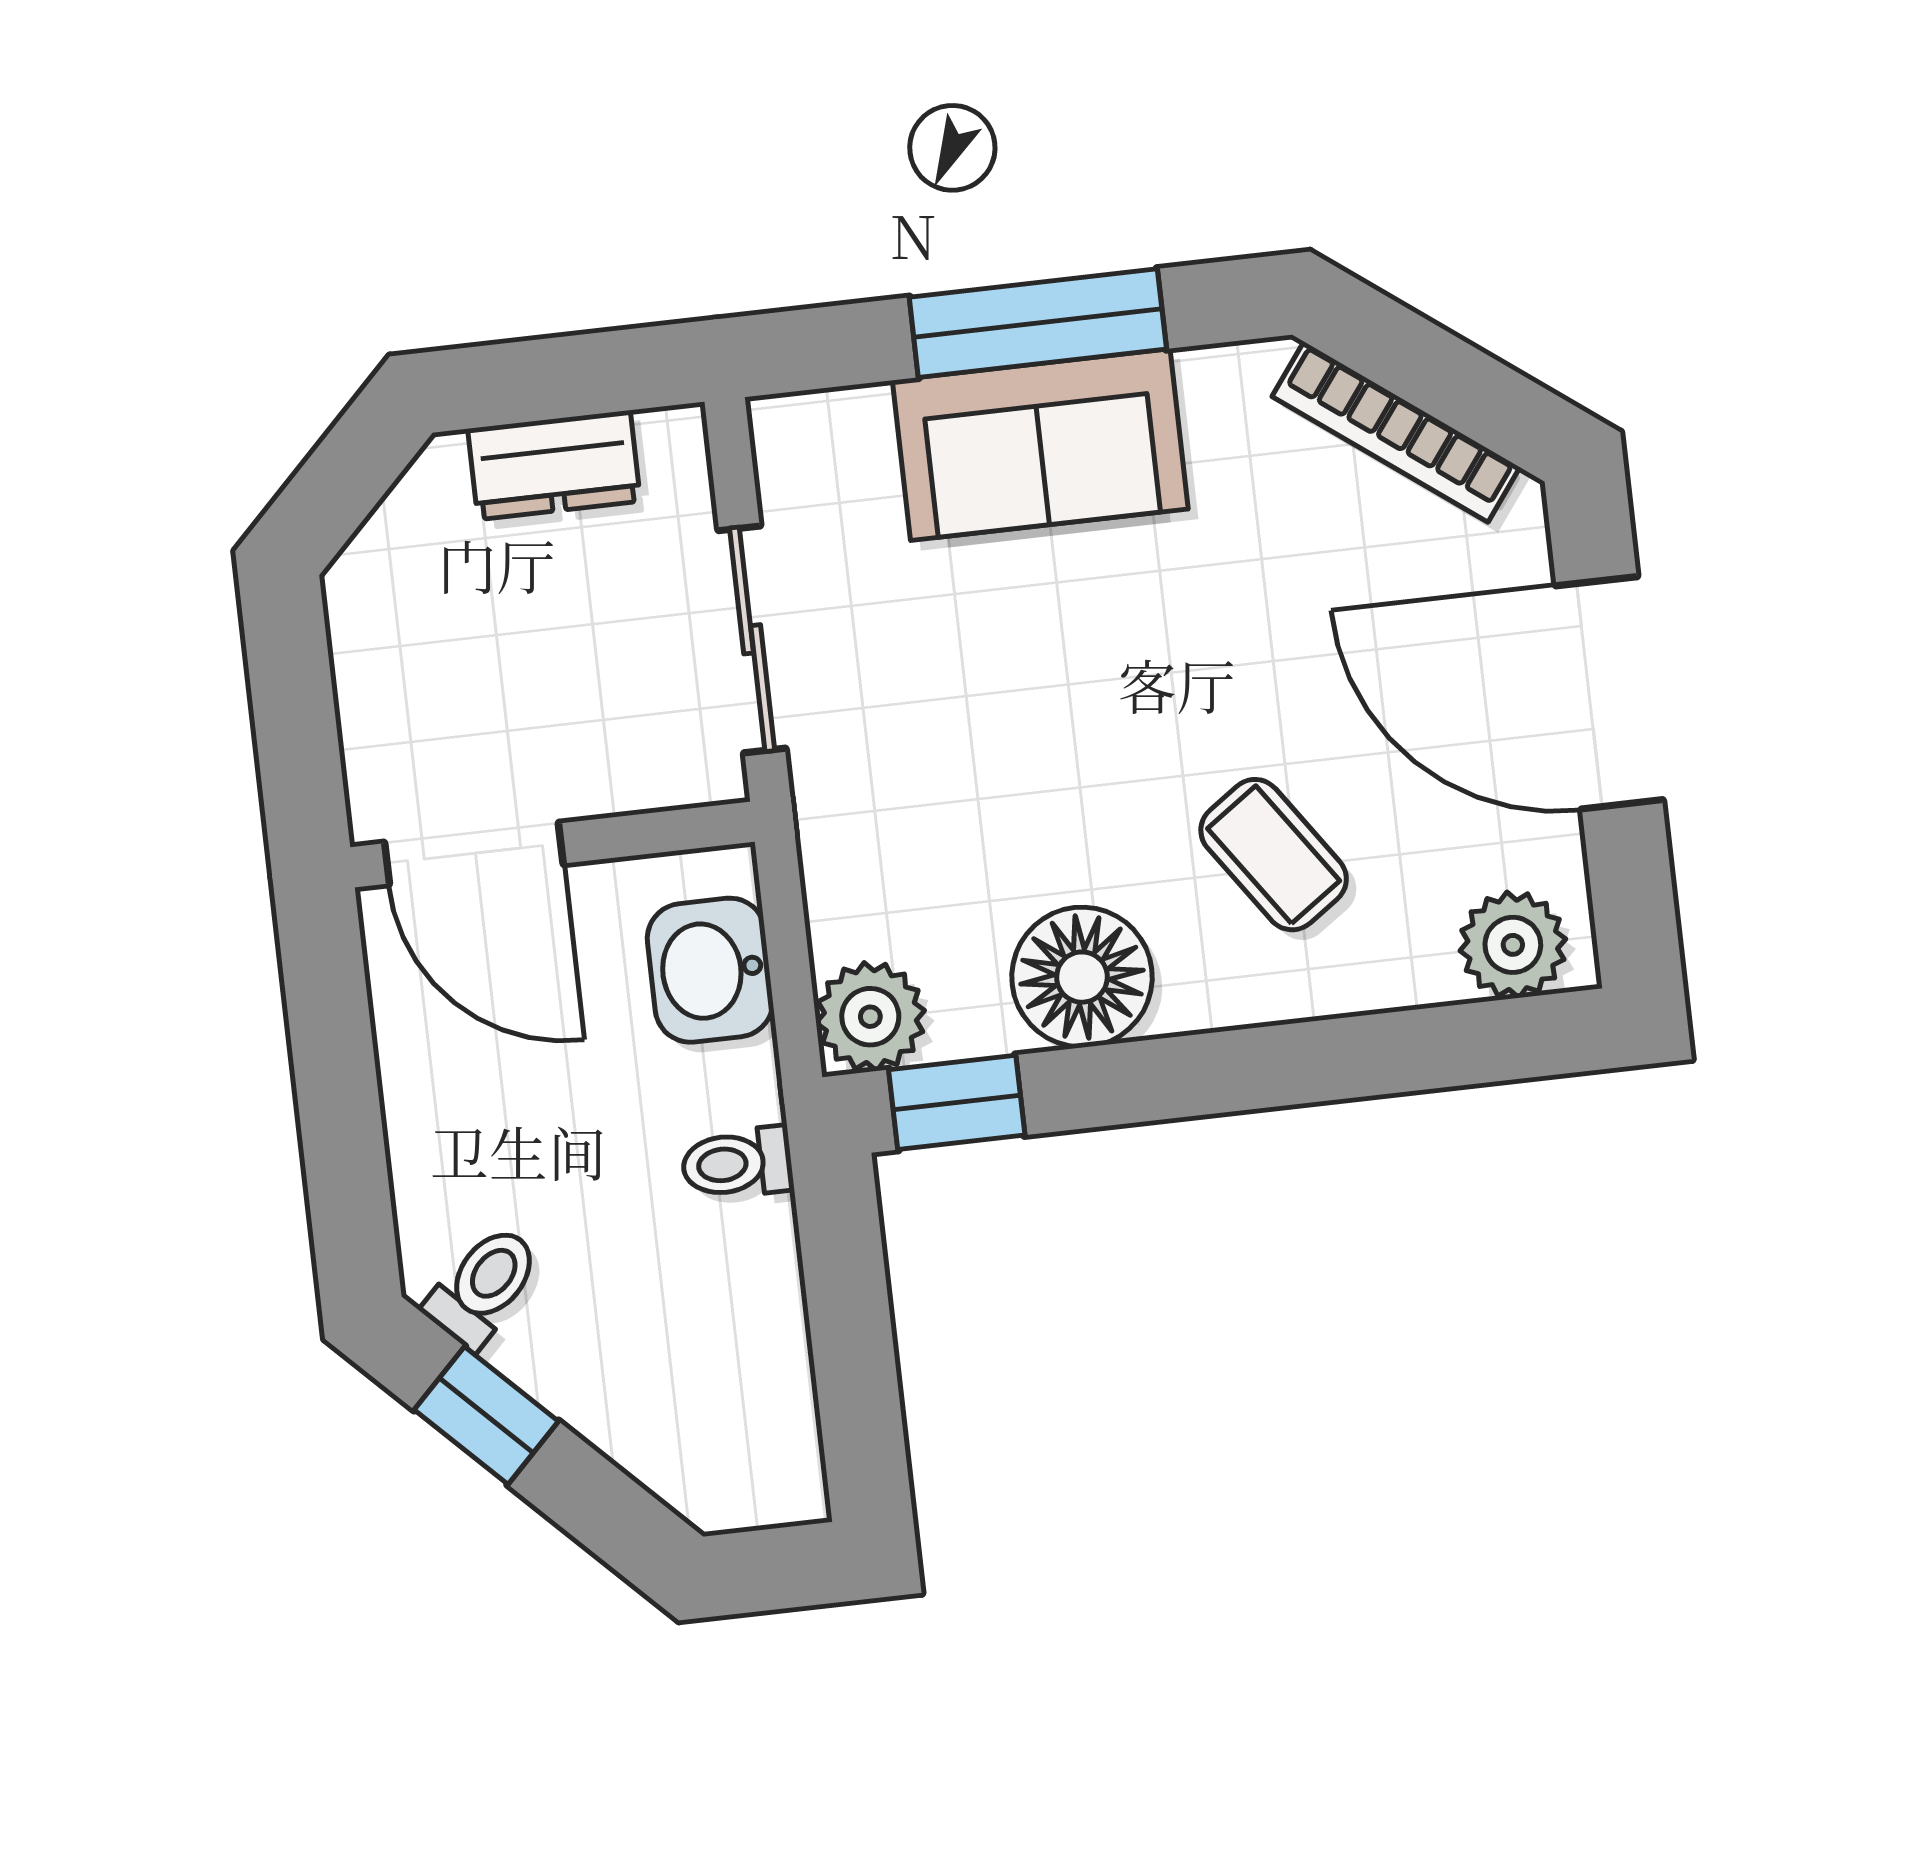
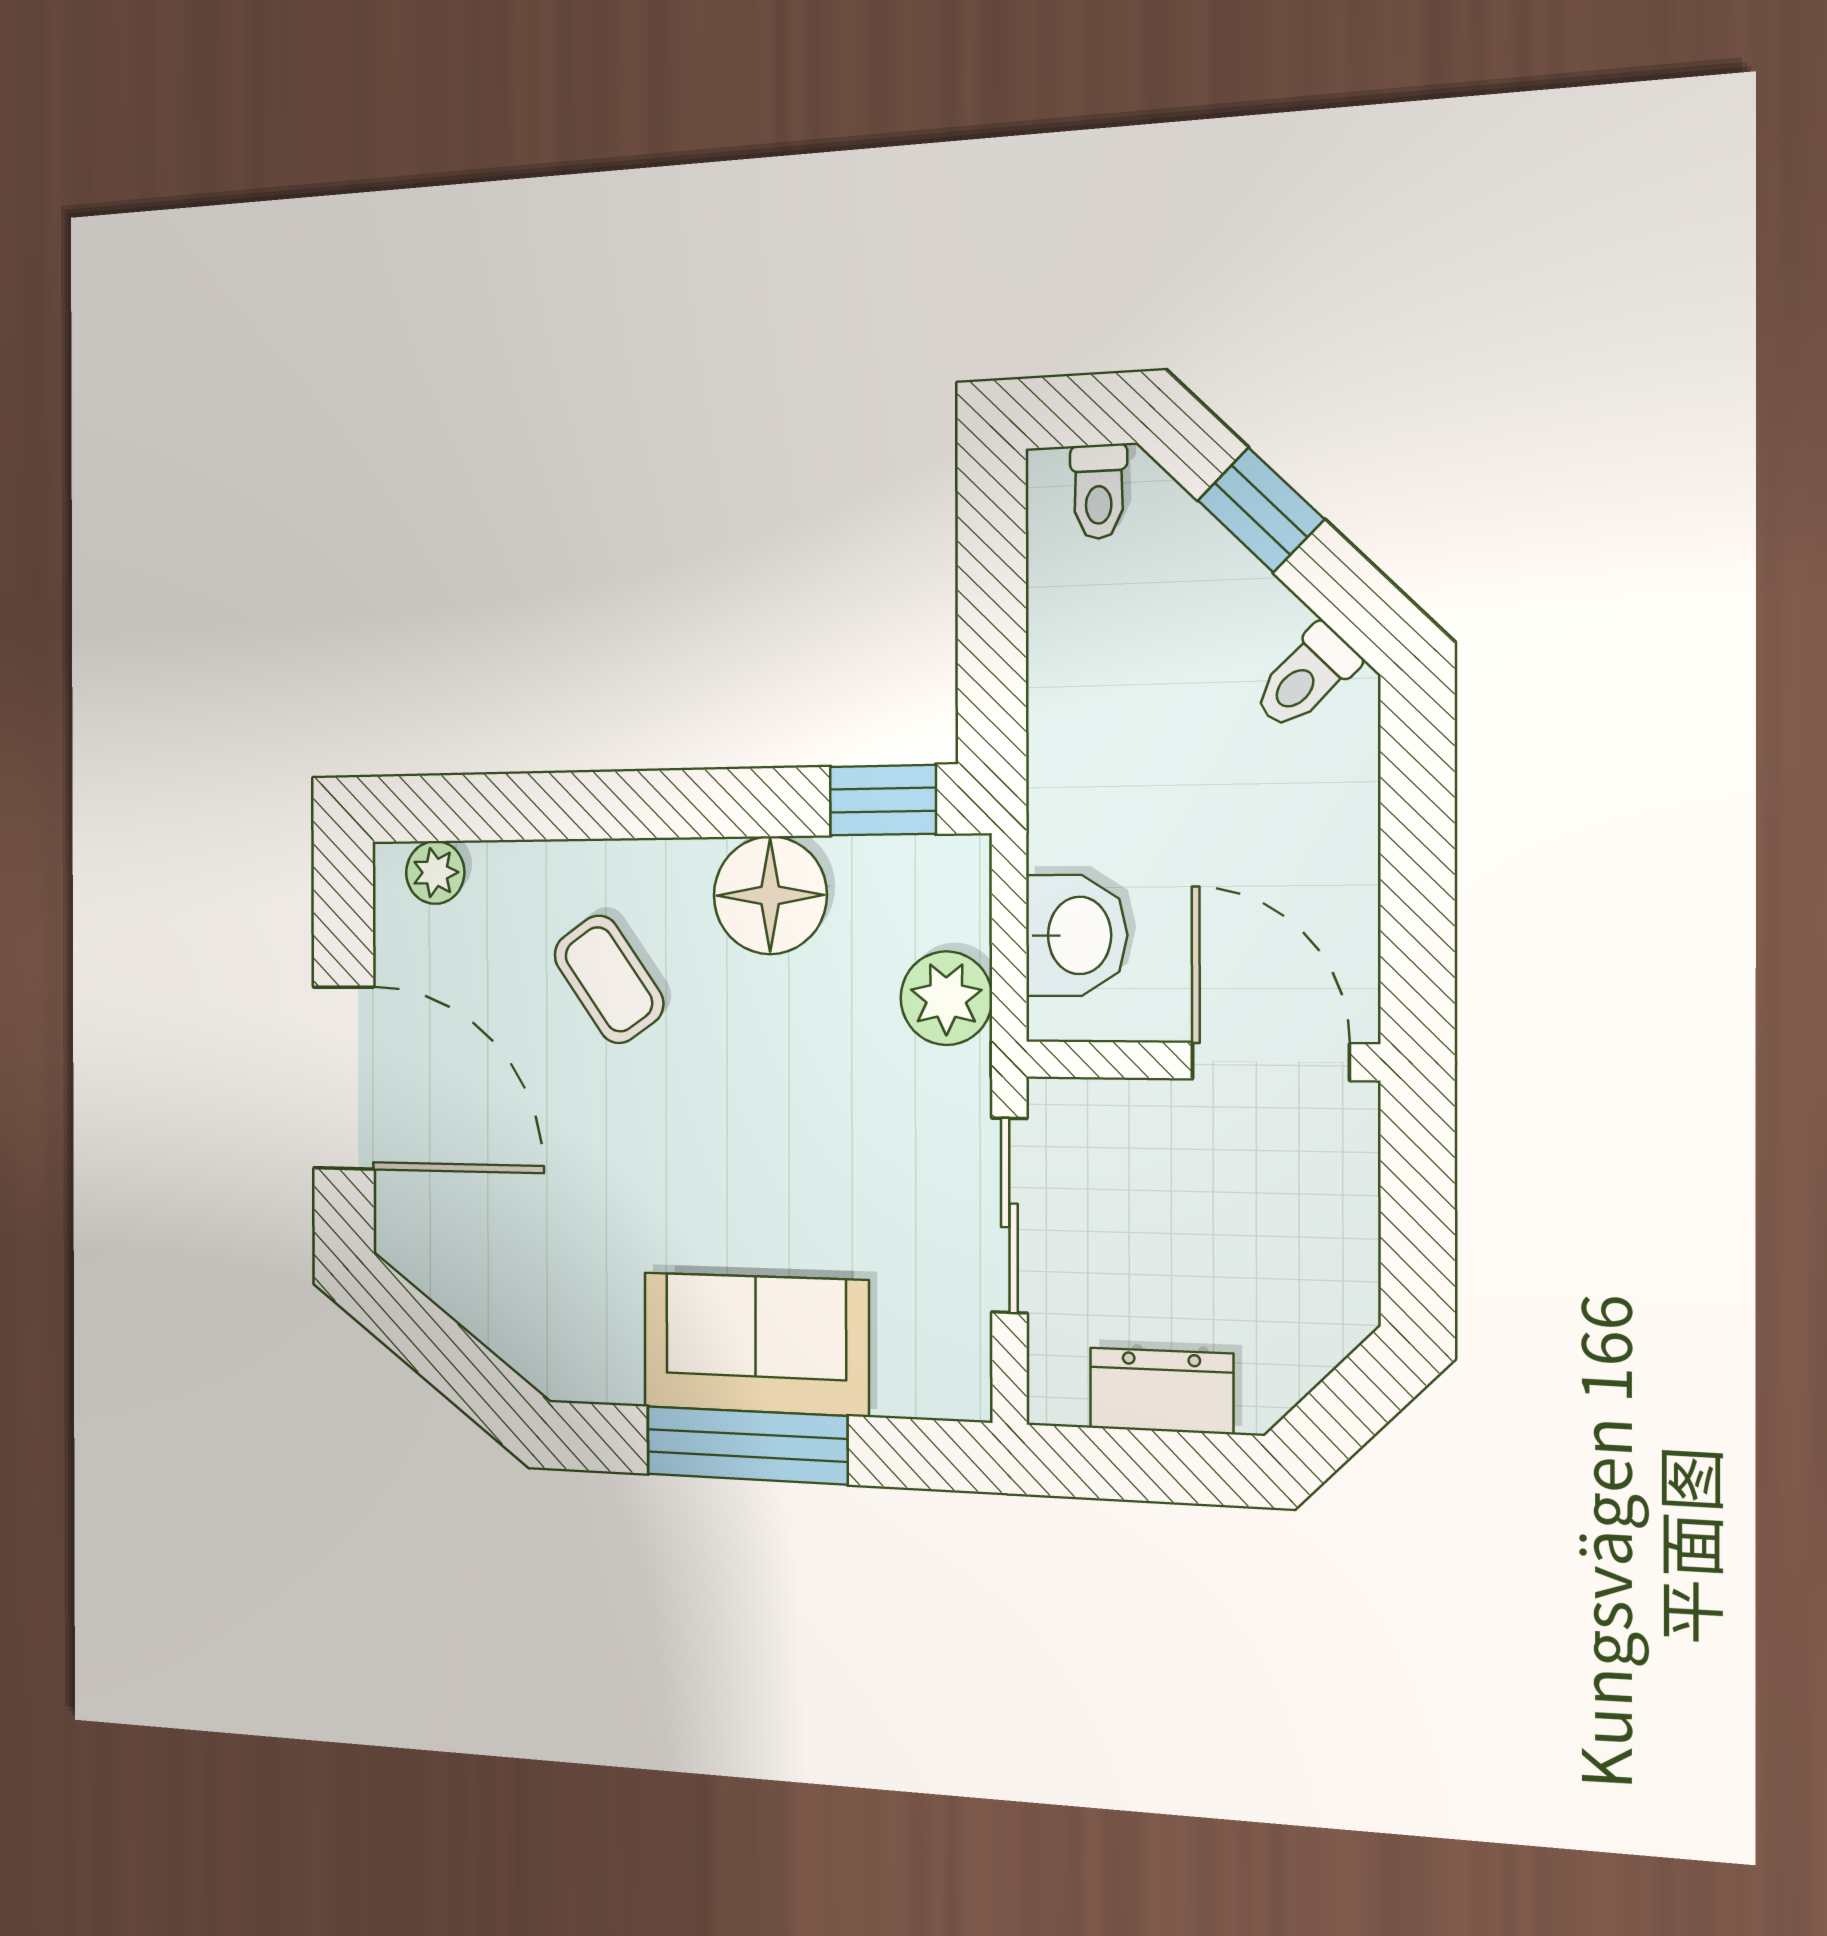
bookcase: (1396, 432) -> (480, 1310), removed
plant: (1513, 945) -> (435, 872), width x0.73, depth x0.73
plant: (870, 1017) -> (946, 998), moved
toilet: (737, 1163) -> (1099, 492), moved, turned 90
window: (486, 1416) -> (1261, 510), moved

